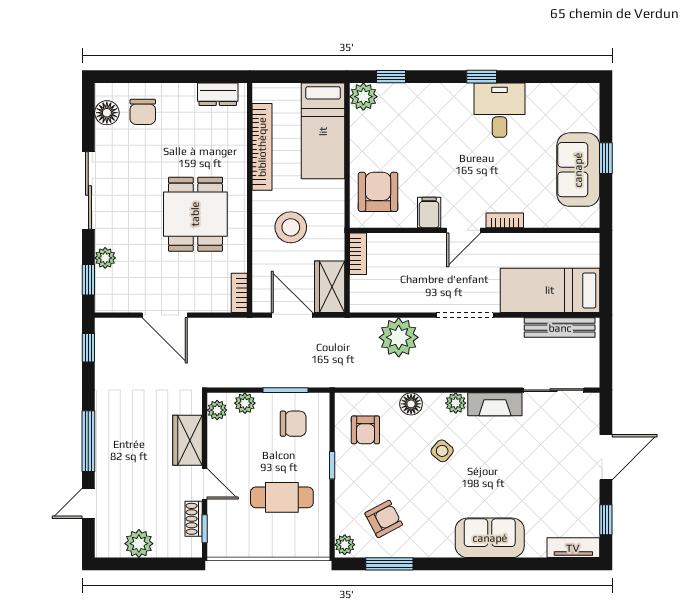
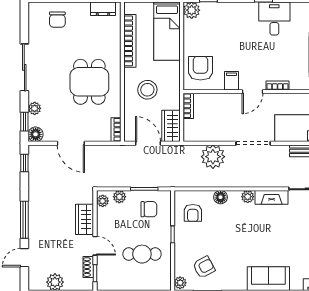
floor lamp: (107, 113) -> (36, 134), moved
side table: (442, 451) -> (239, 226), removed

